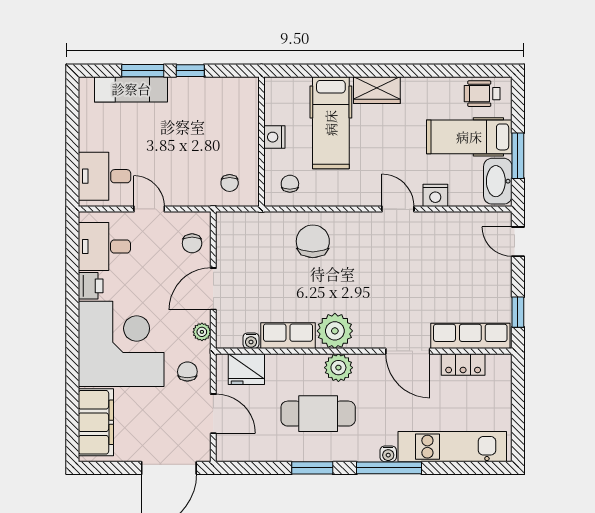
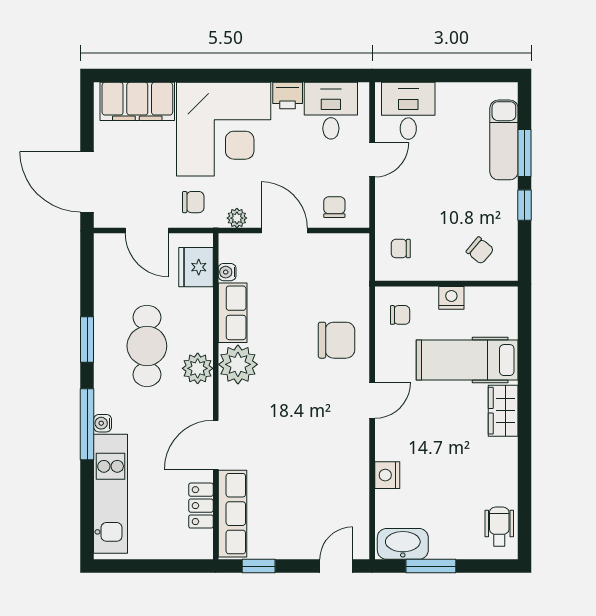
chair: (231, 111) -> (480, 250), added
hospital bed: (469, 137) -> (452, 512), removed
door: (398, 209) -> (372, 400), moved
chair: (192, 243) -> (334, 207), turned 90
door: (213, 414) -> (147, 231), hinge flipped

